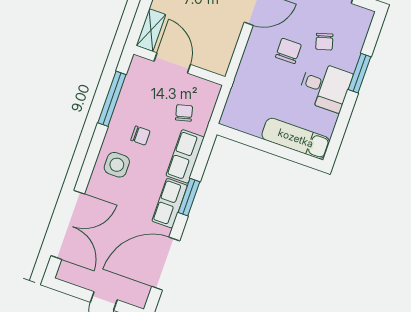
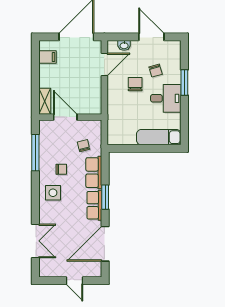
double door: (68, 225) -> (35, 241), width x0.73

